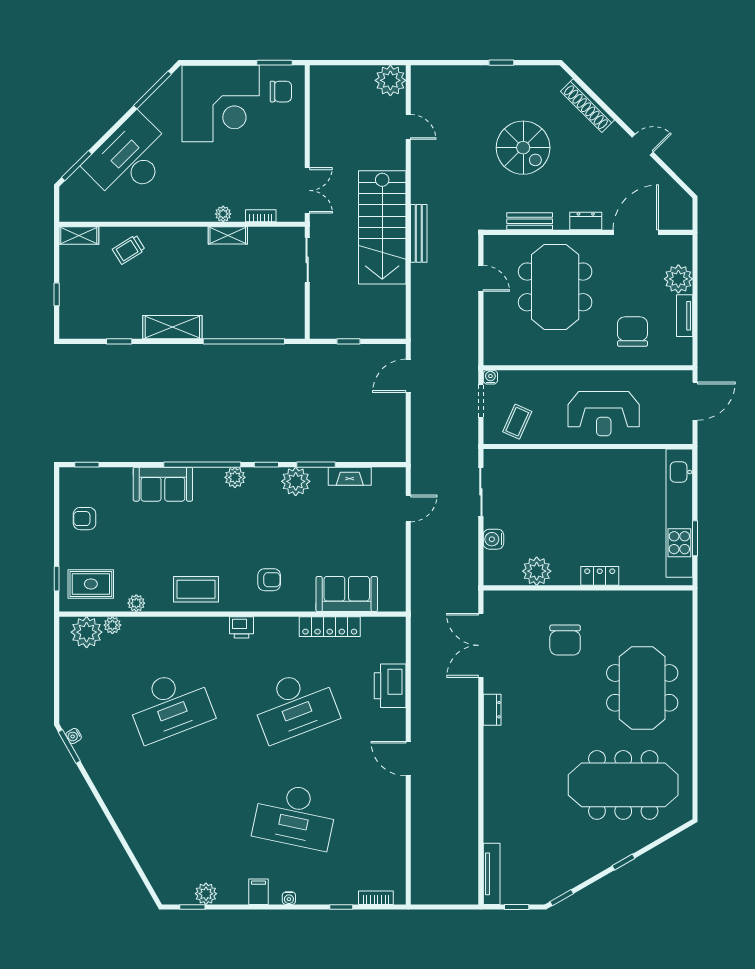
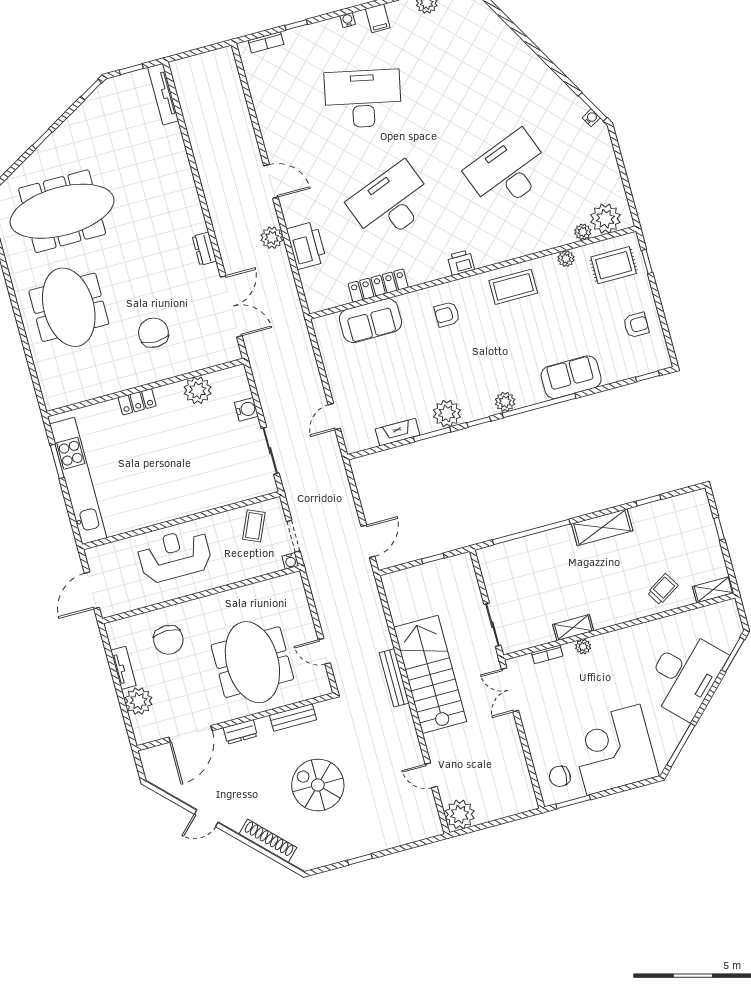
plant: (422, 703) -> (272, 238), added

